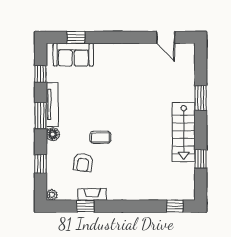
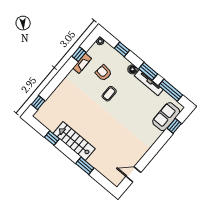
window: (41, 74) -> (171, 90), width x2.17

